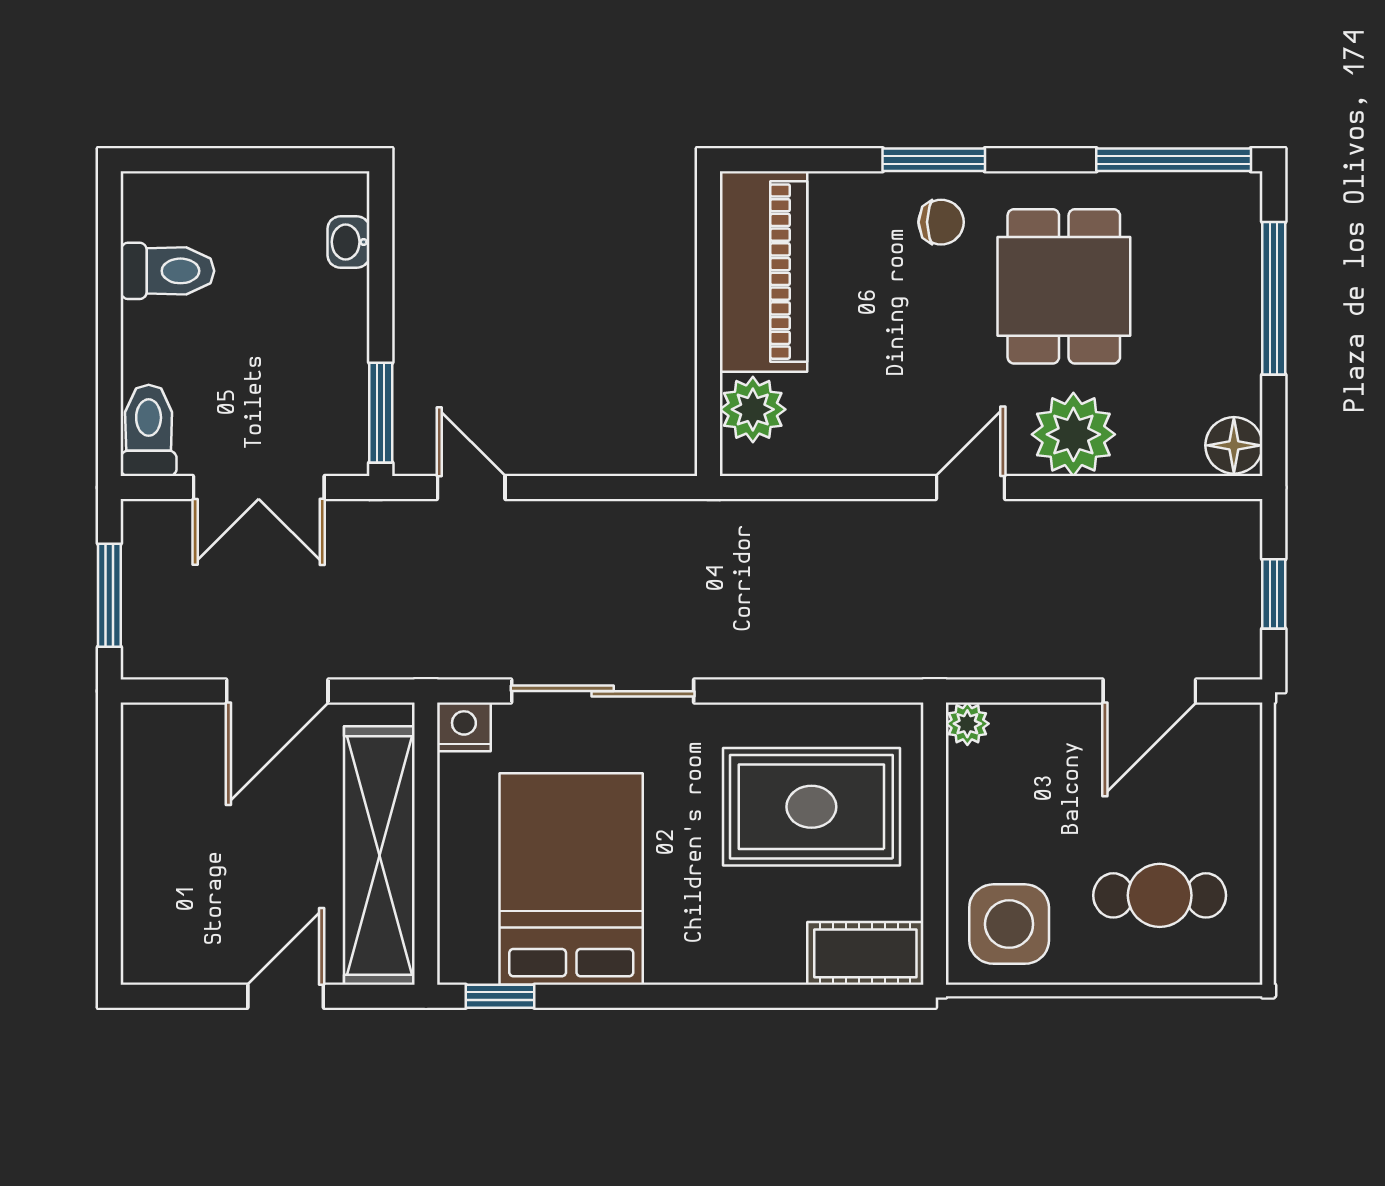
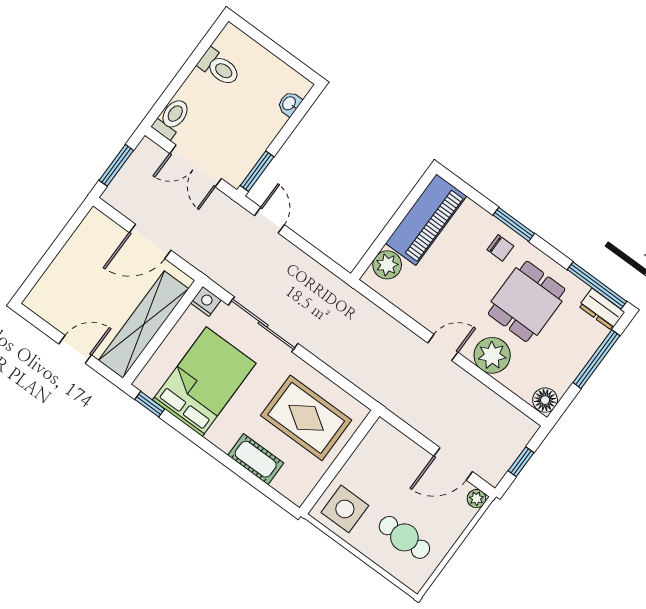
dresser: (1215, 198) -> (602, 309), added
plant: (967, 724) -> (476, 499), moved
cot: (865, 953) -> (256, 459), moved

